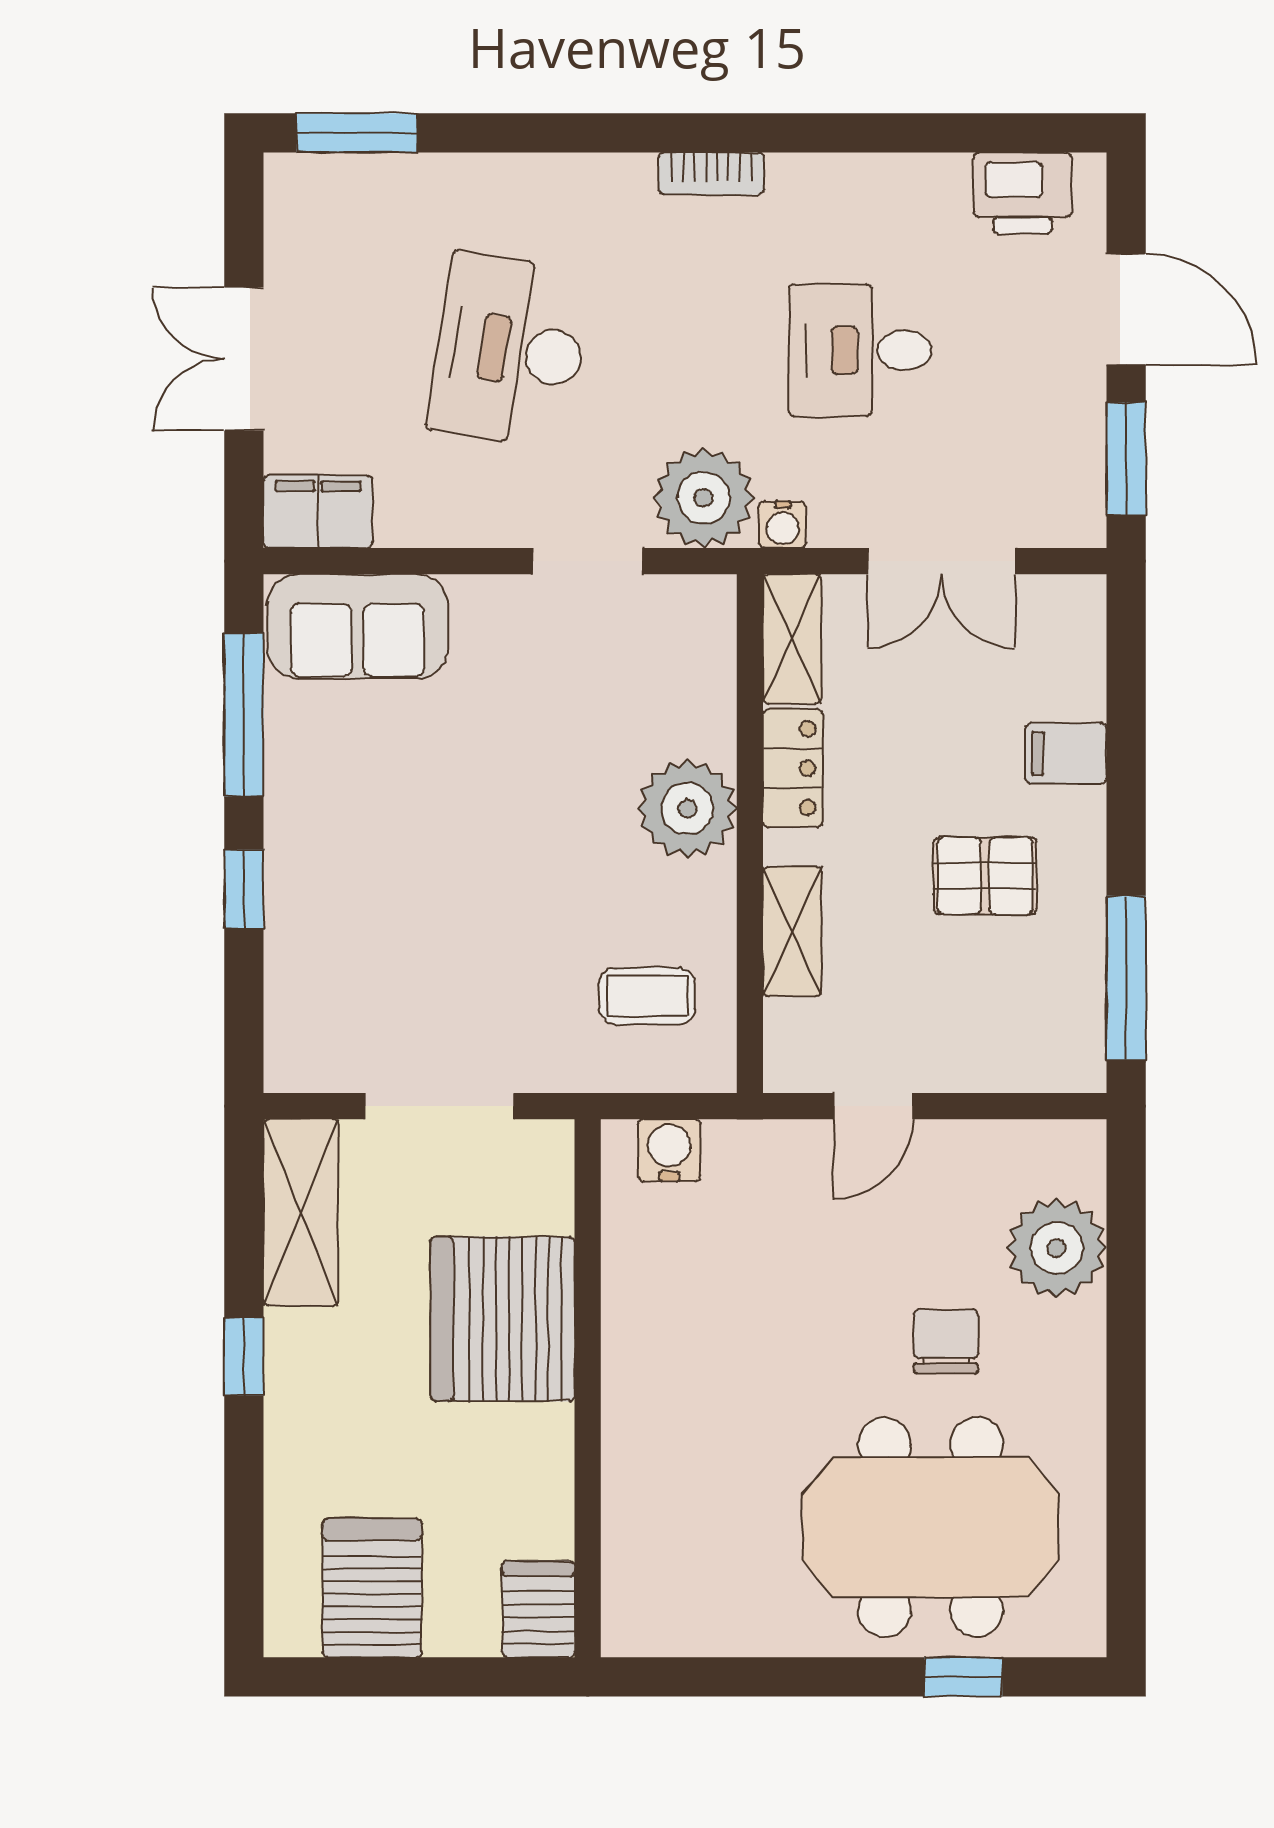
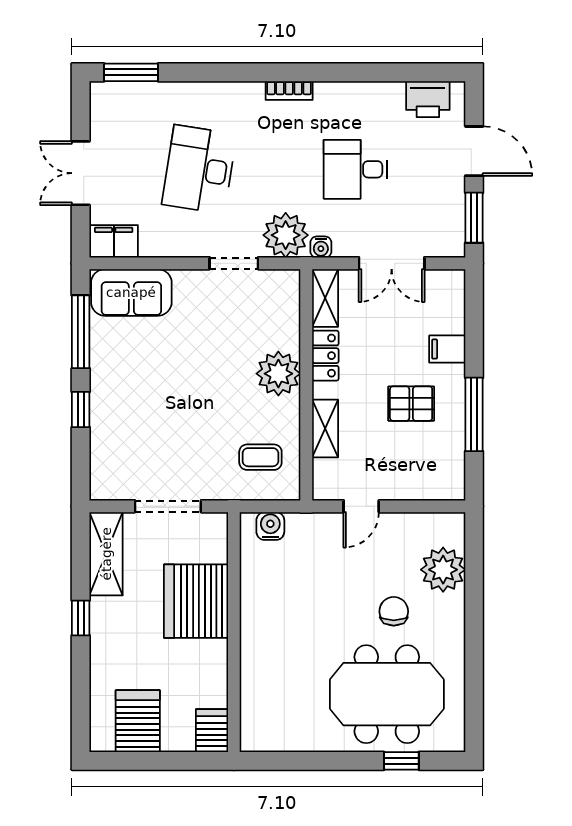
window: (1126, 978) -> (474, 414), moved

